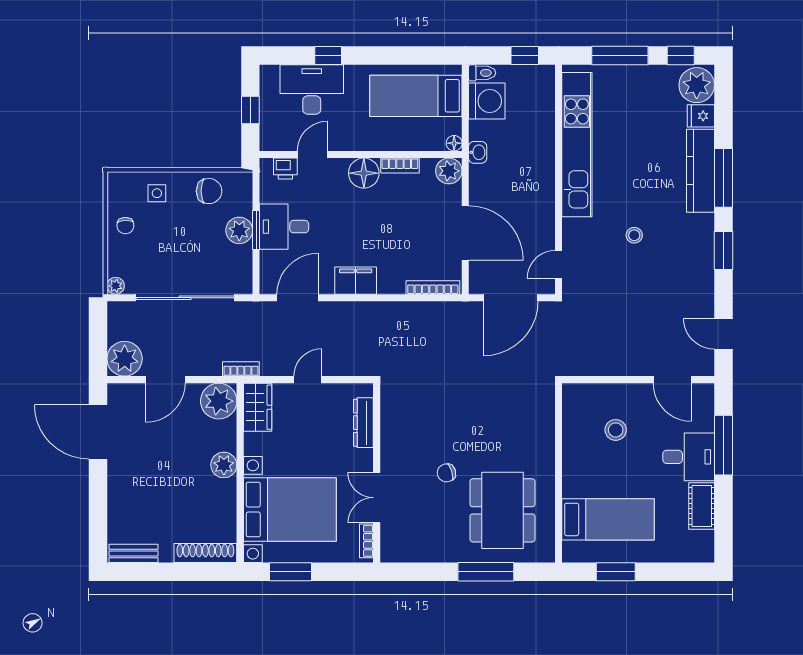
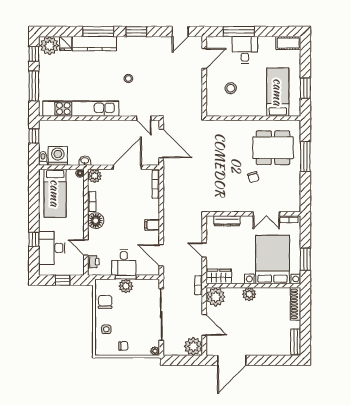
filing cabinet: (356, 281) -> (152, 225), width x0.50
cot: (702, 506) -> (288, 43), moved

